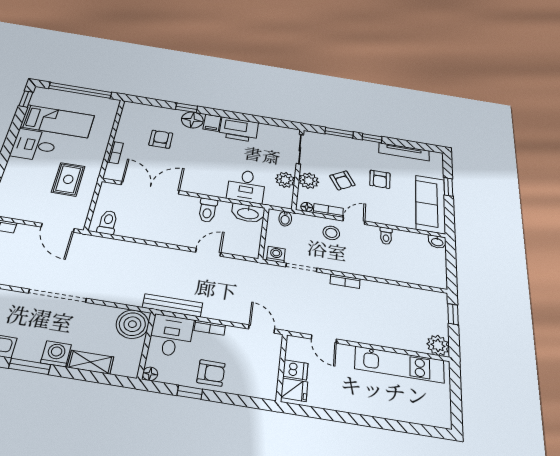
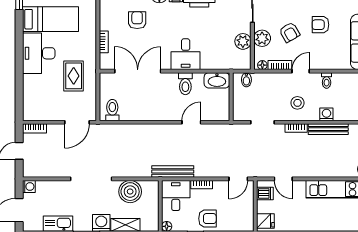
desk: (34, 145) -> (39, 53), width x1.37
armchair: (380, 179) -> (320, 25), turned 90
desk: (246, 186) -> (186, 54), moved
door: (58, 228) -> (77, 122), hinge flipped
stool: (331, 233) -> (297, 103), moved
washing machine: (276, 254) -> (326, 114), moved
bench: (387, 289) -> (328, 129), added
boiler: (132, 324) -> (130, 192), moved
door: (262, 329) -> (238, 179), swing flipped
dishwasher: (295, 370) -> (265, 193), moved

